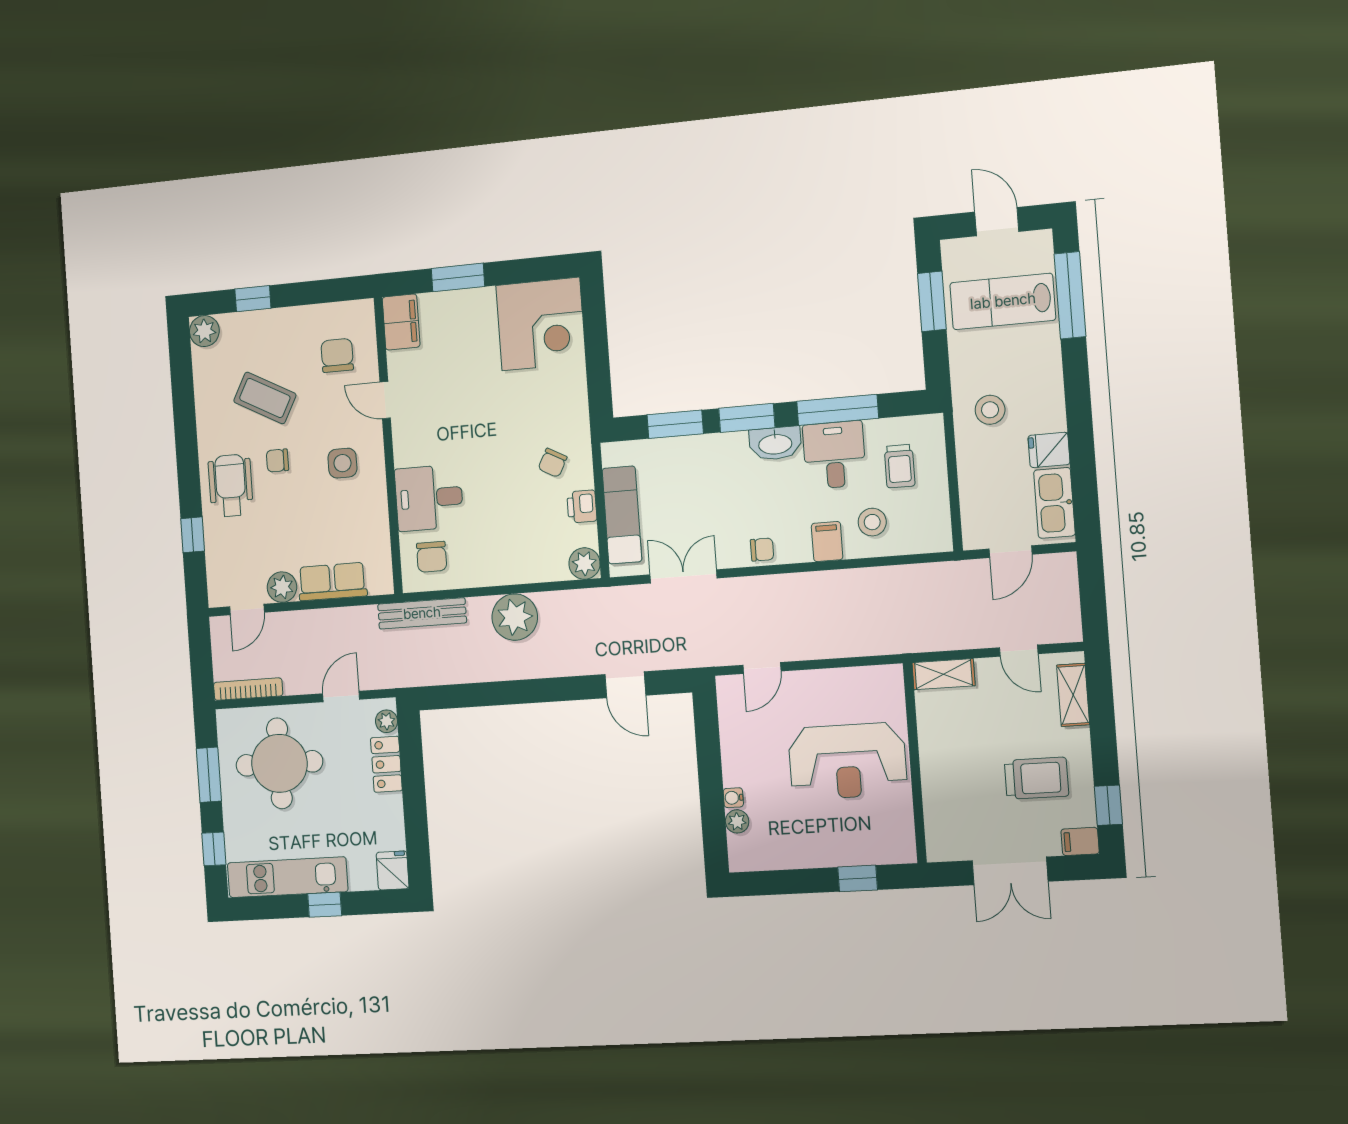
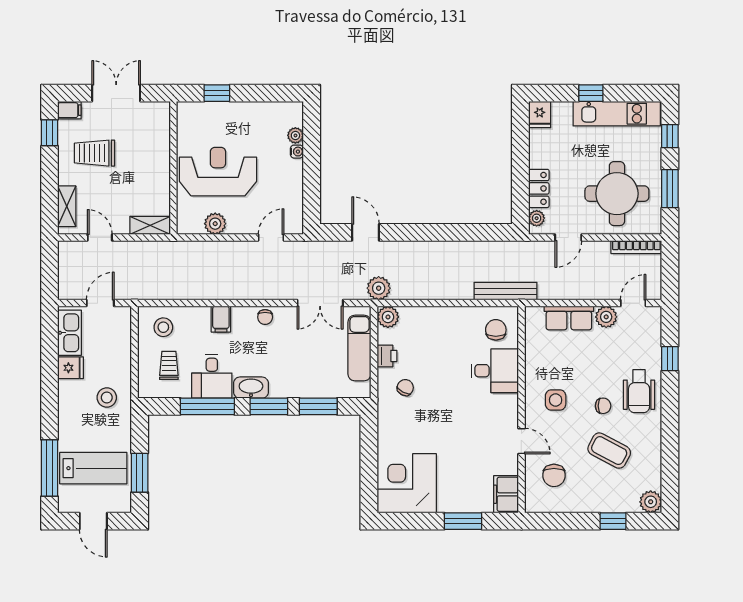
stool: (872, 522) -> (163, 327), moved
chair: (762, 550) -> (265, 317), turned -90
plant: (515, 617) -> (379, 288), moved, width x0.73, depth x0.73
plant: (846, 683) -> (215, 224), added

